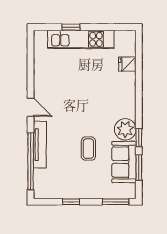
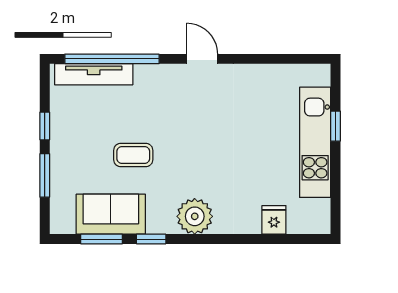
door: (31, 107) -> (202, 59), swing flipped
plant: (125, 129) -> (195, 216), moved
tv unit: (40, 145) -> (94, 74), moved
window: (116, 202) -> (45, 175), moved

